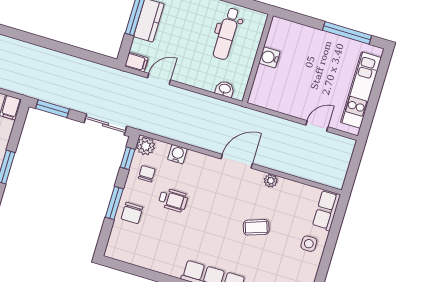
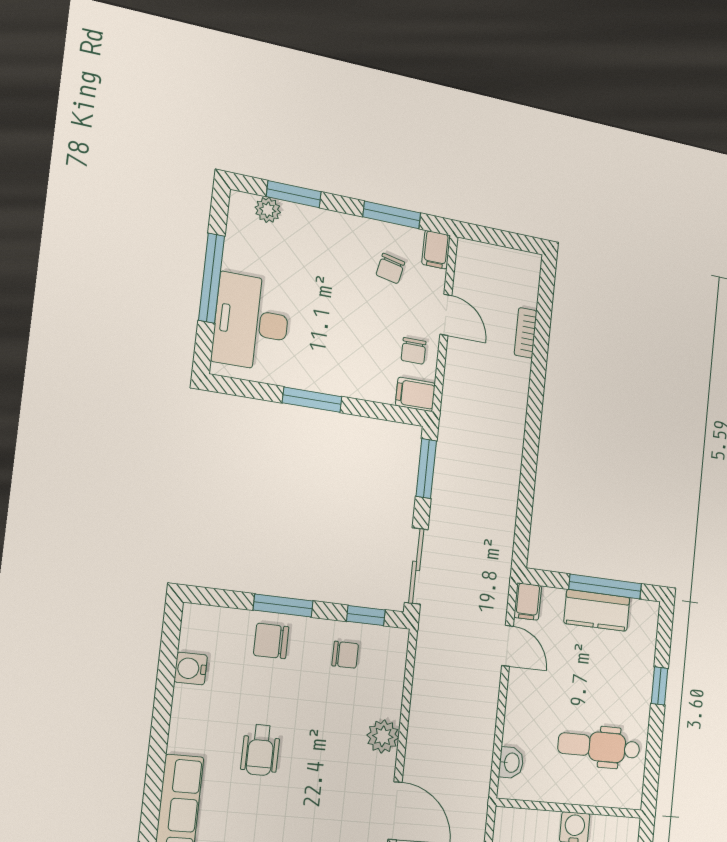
plant: (146, 146) -> (383, 736), moved
water cooler: (177, 154) -> (191, 669), moved, turned 180
wheelchair: (173, 200) -> (260, 750), moved

